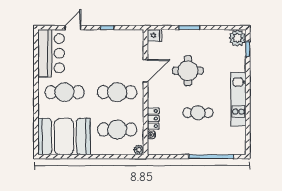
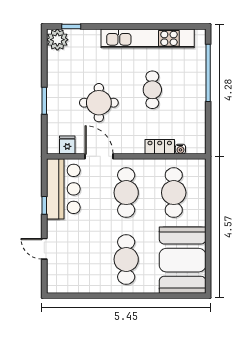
fridge: (155, 35) -> (67, 145), moved
bar counter: (51, 53) -> (63, 189), moved, turned 90
kitchen unit: (238, 99) -> (148, 38), width x1.36
plant: (139, 150) -> (199, 165), removed

